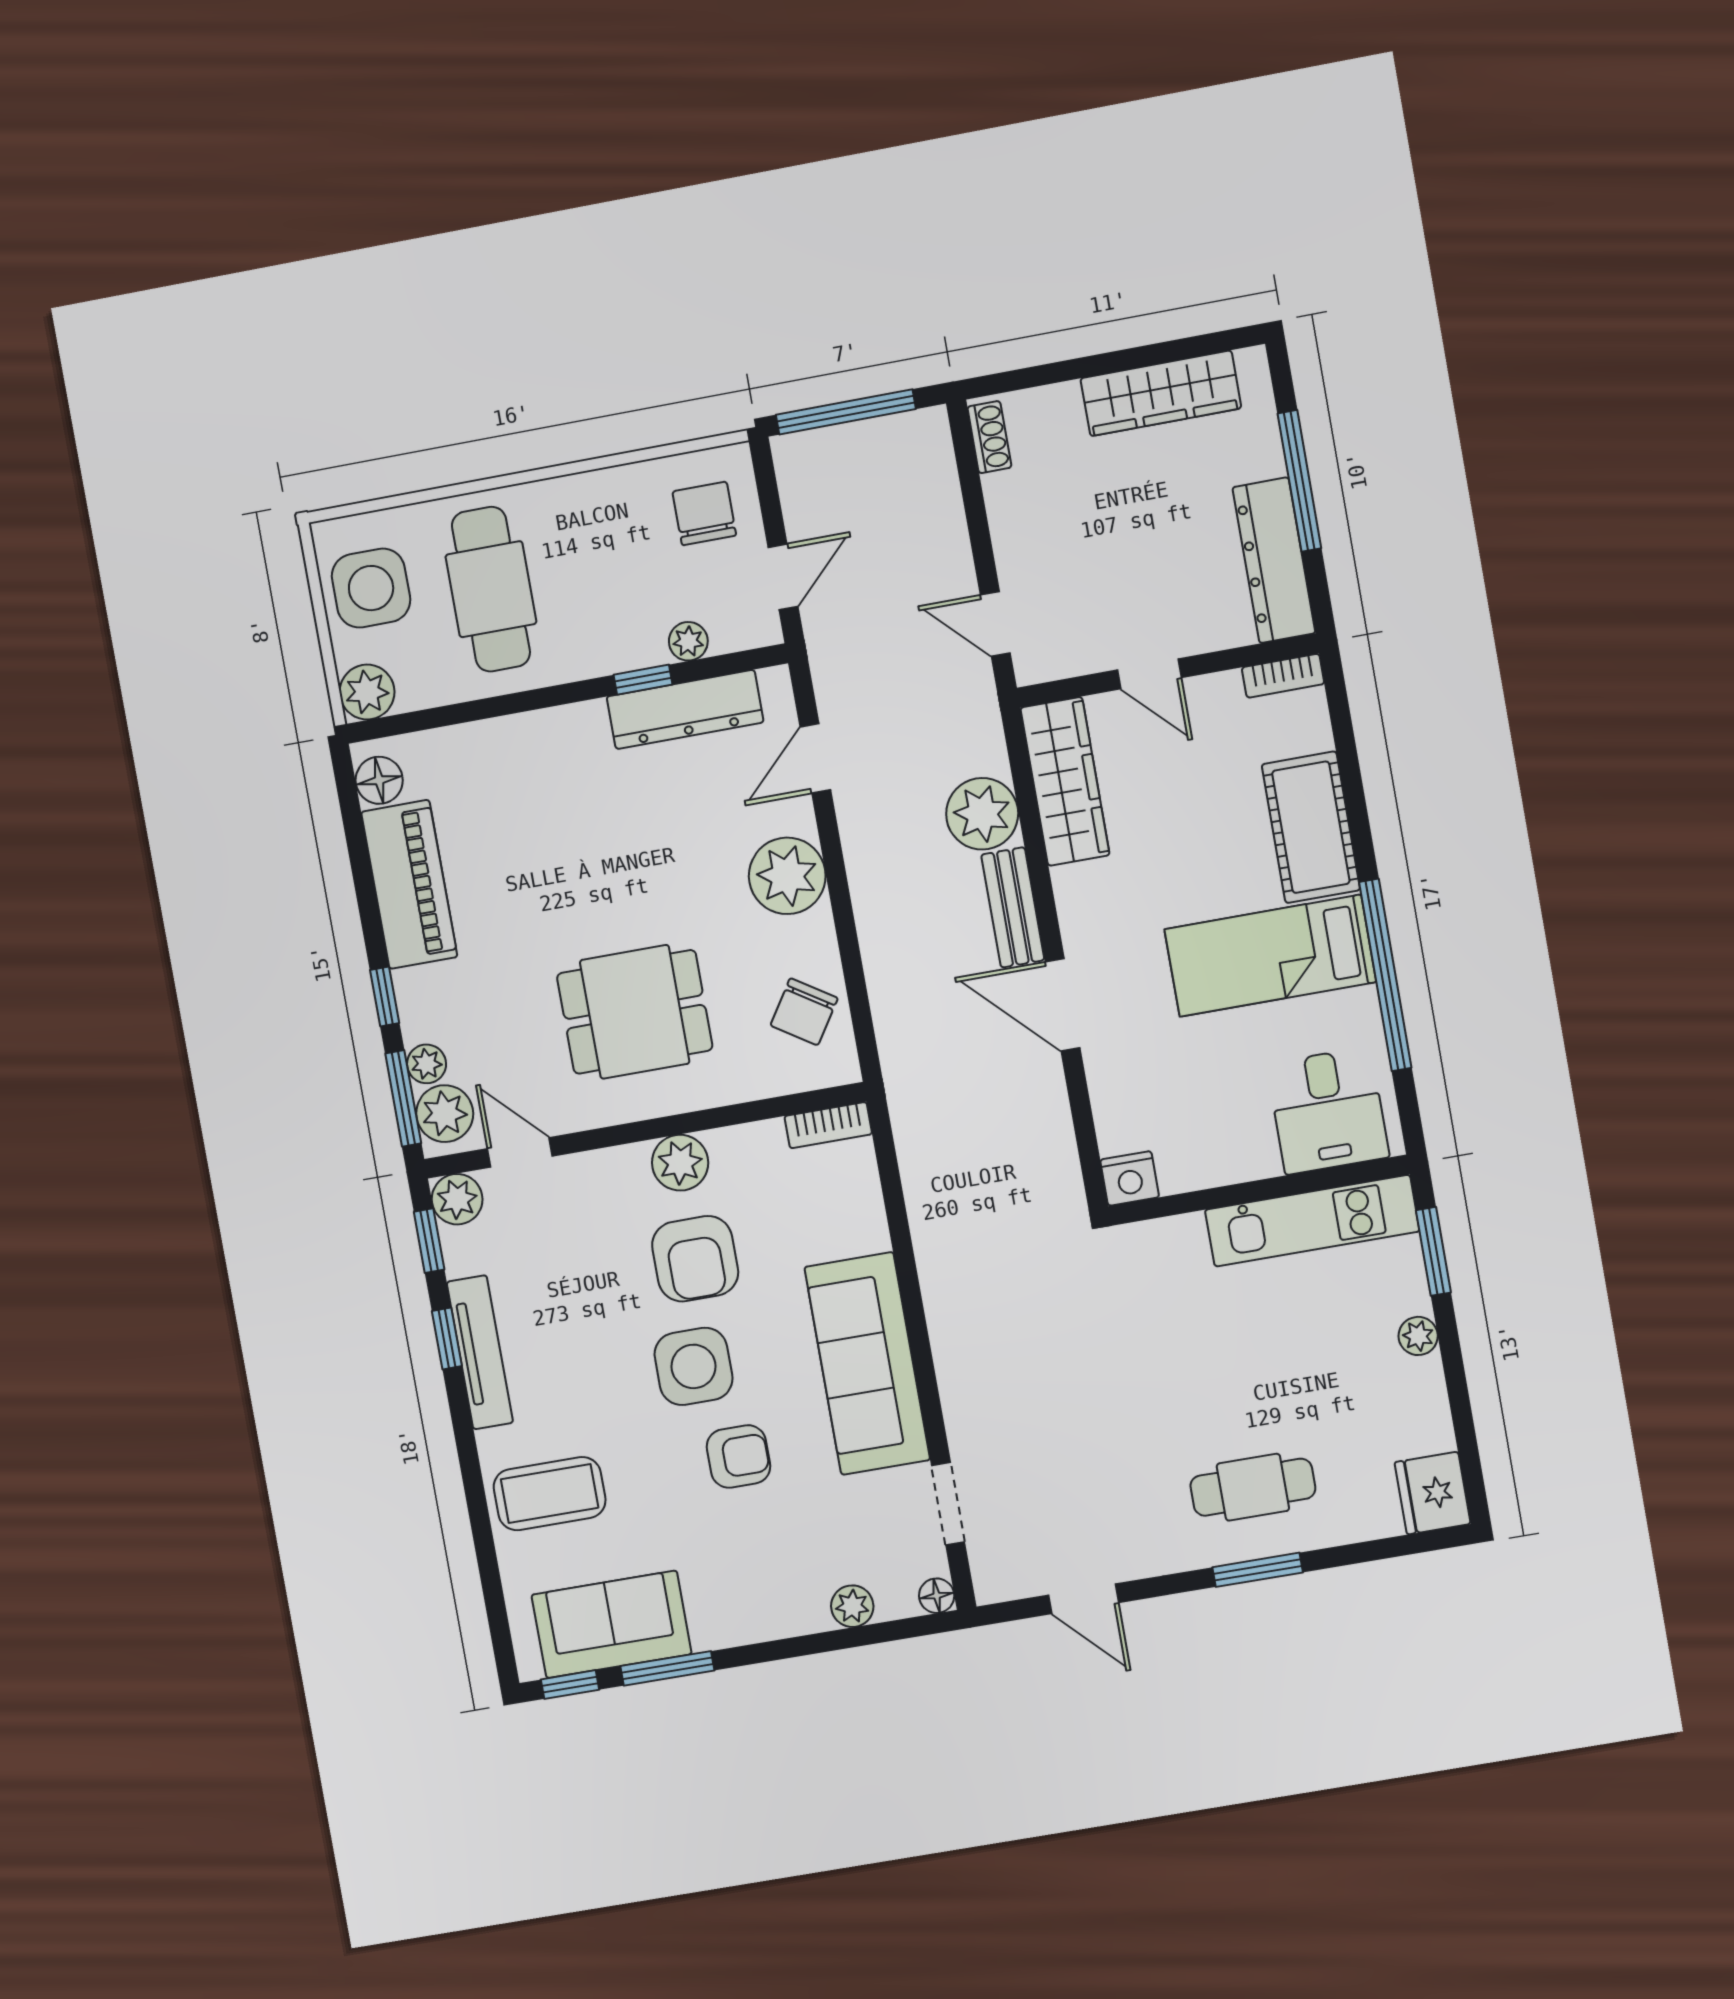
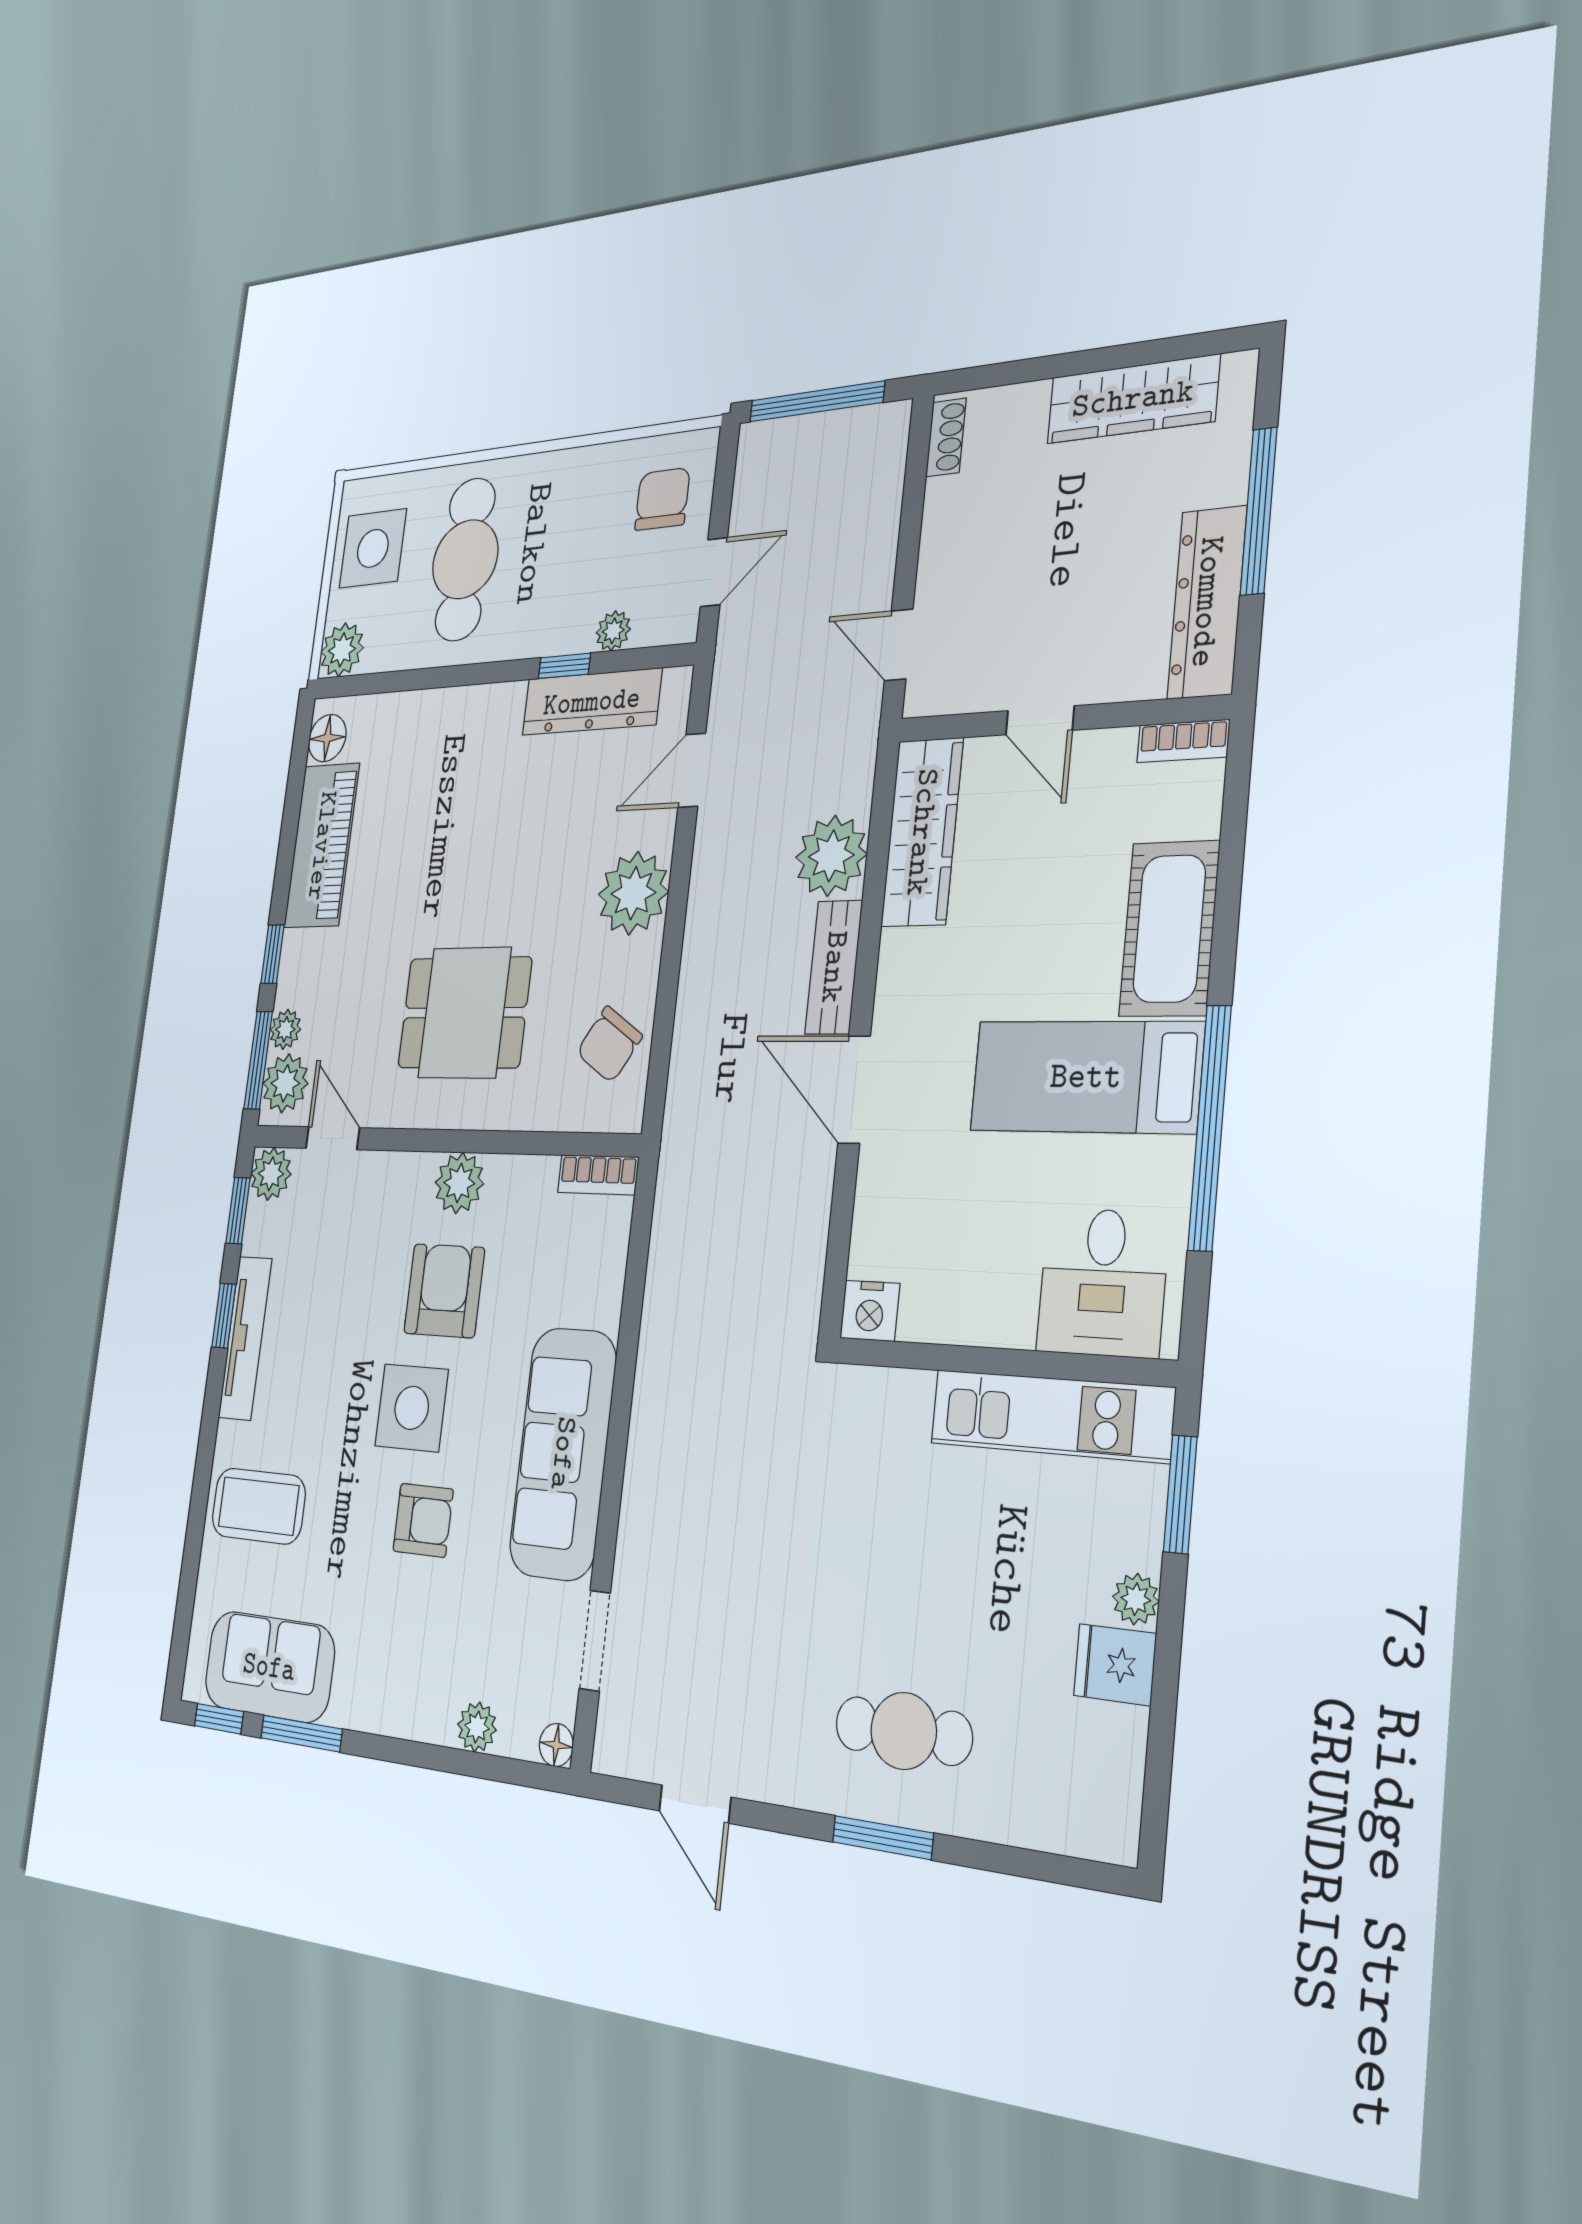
armchair: (695, 1259) -> (444, 1291), turned 180
fridge: (1433, 1493) -> (1115, 1665), moved, width x0.72

